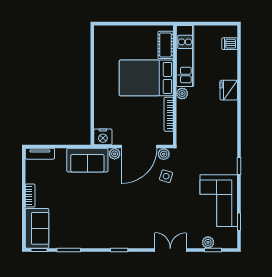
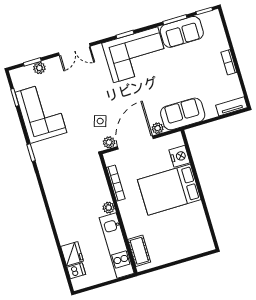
bed: (146, 78) -> (169, 190), moved, turned 180
fridge: (229, 90) -> (72, 254), moved
nightstand: (103, 137) -> (180, 156), moved, turned 90
sofa: (37, 228) -> (182, 32), moved, turned -90
corner sofa: (115, 228) -> (136, 55), added

